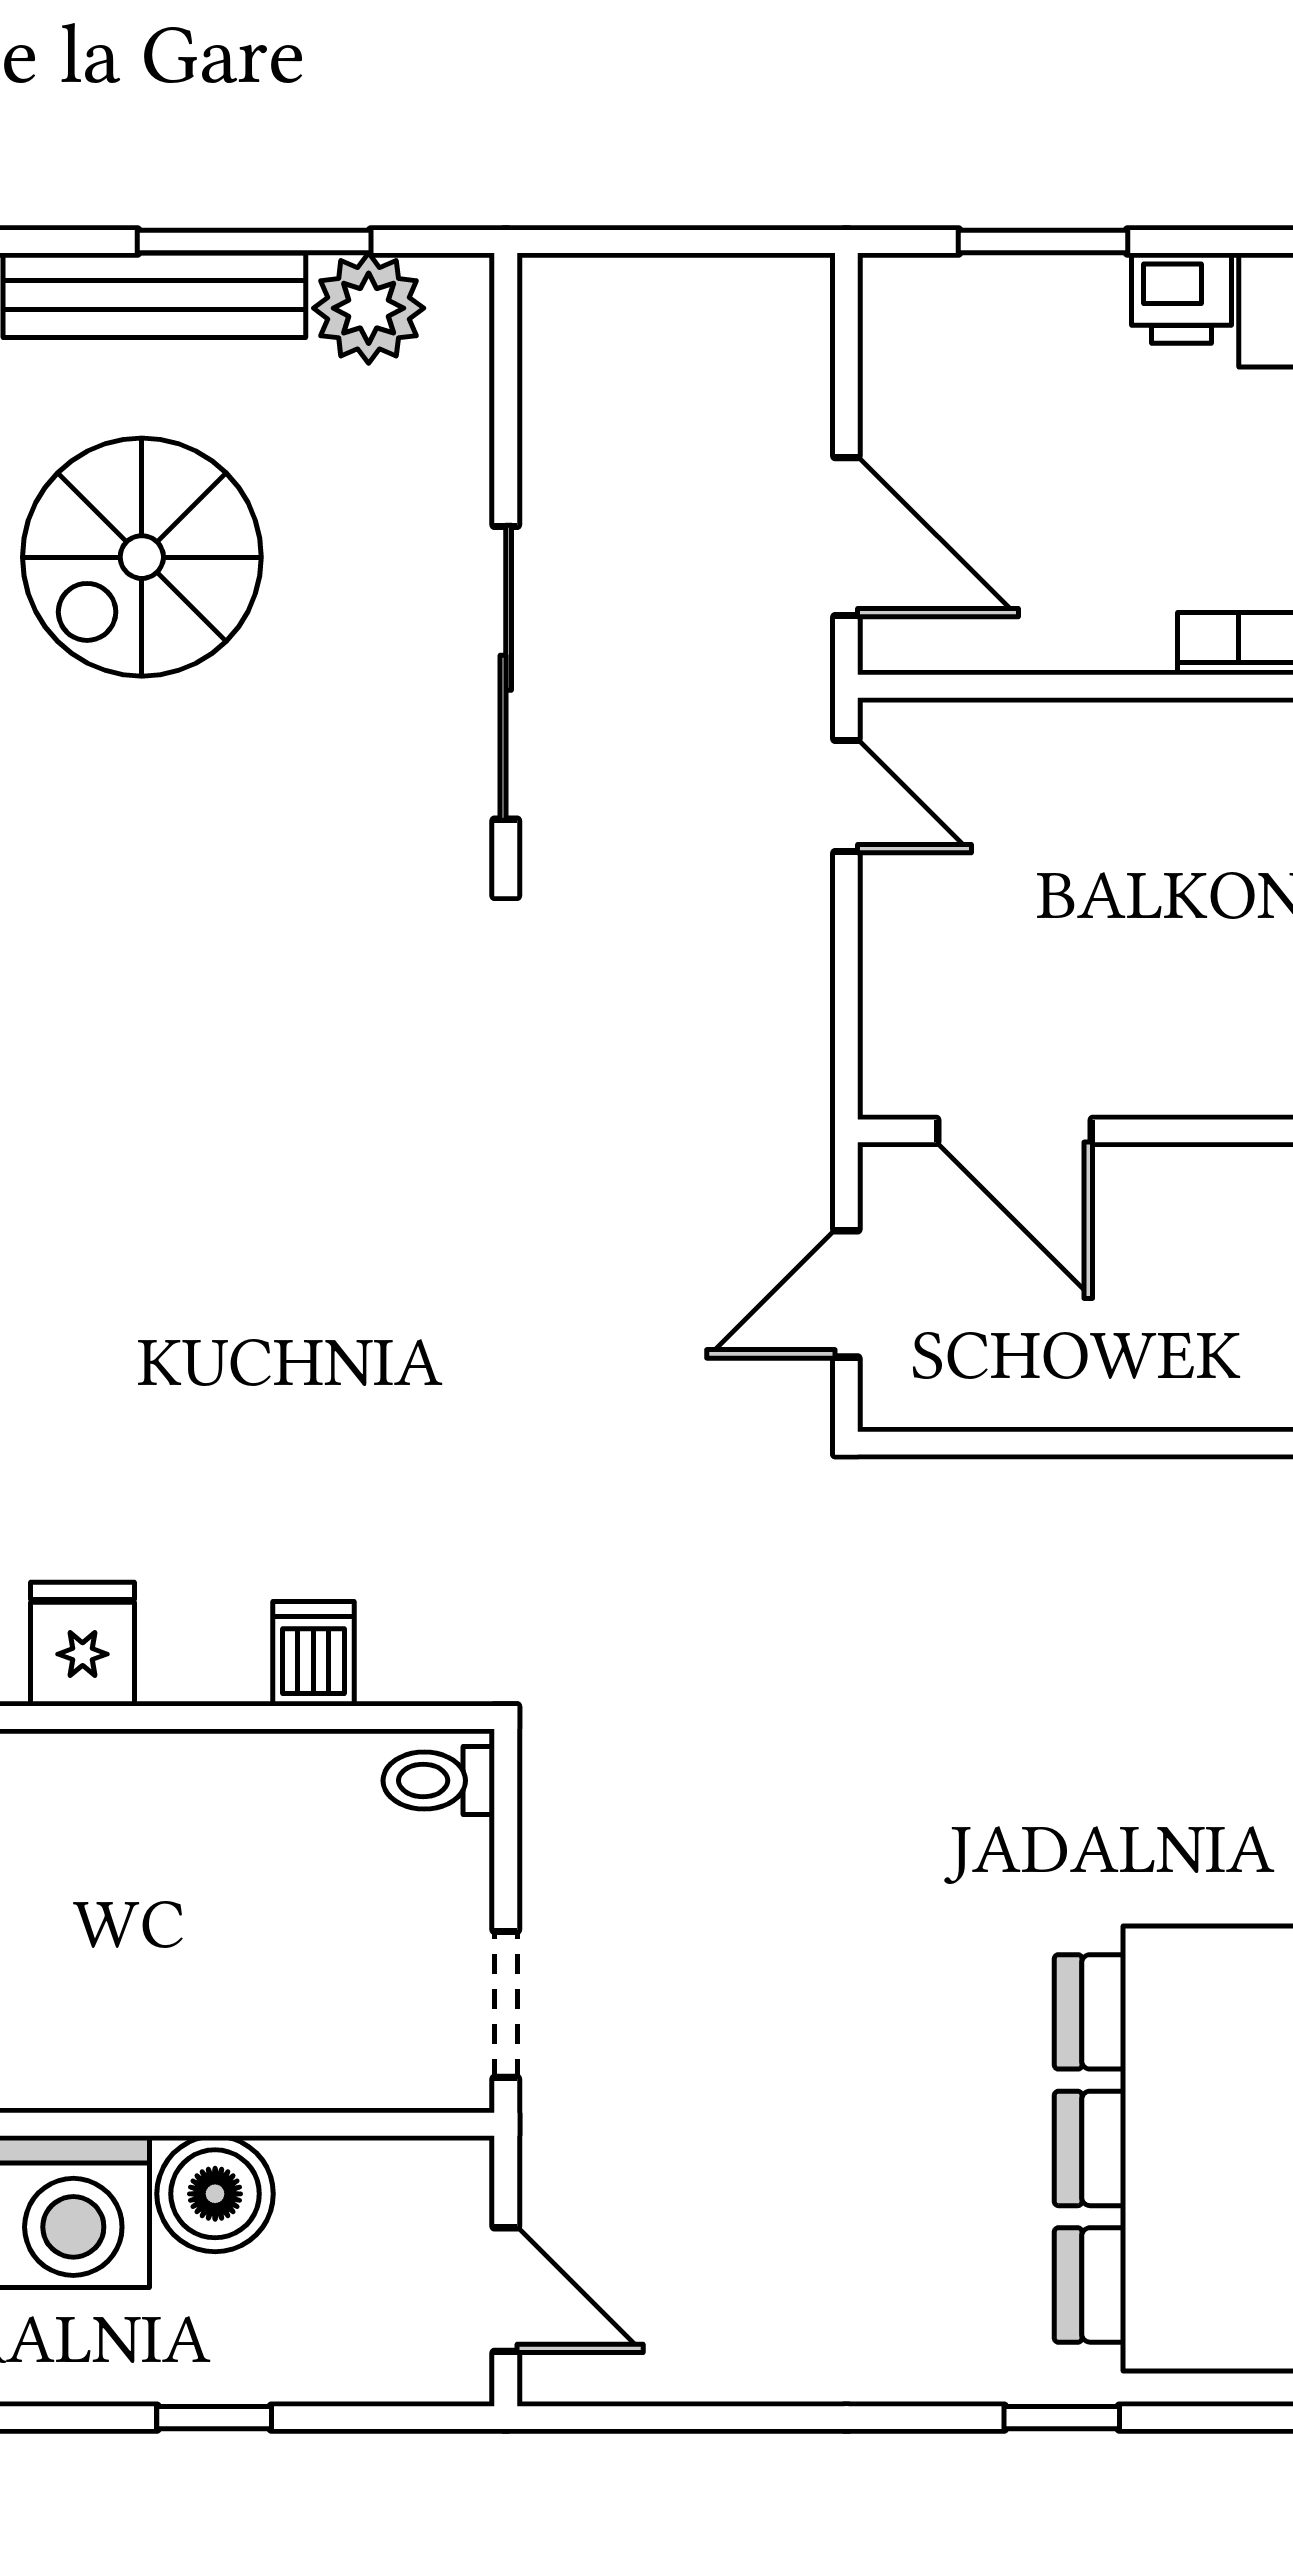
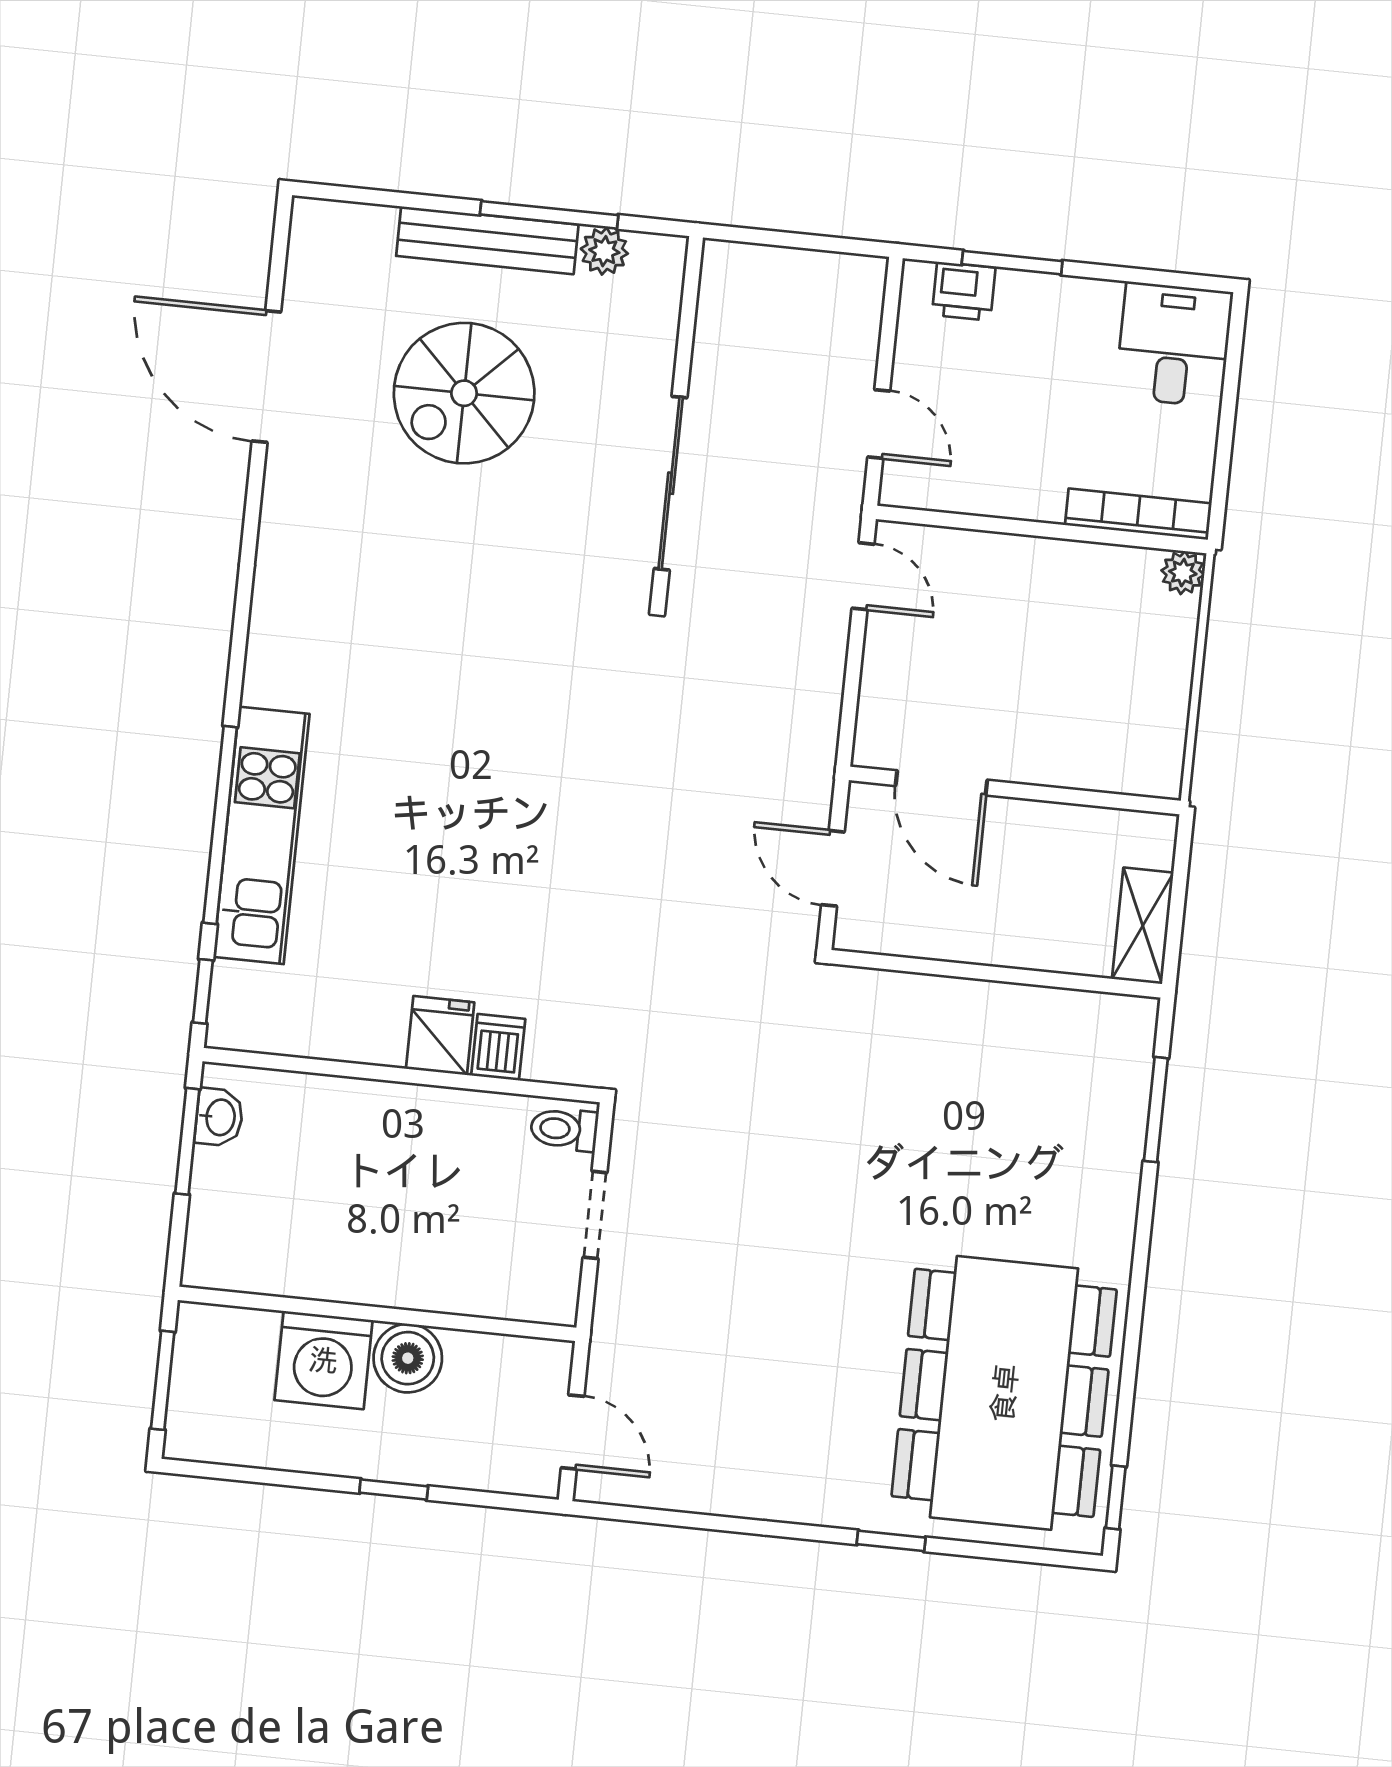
printer: (1182, 298) -> (964, 291), moved
plant: (369, 308) -> (604, 251), width x0.73, depth x0.73
door: (846, 537) -> (879, 424), width x0.73
door: (846, 1294) -> (833, 868), hinge flipped
fridge: (83, 1644) -> (440, 1035), moved
doorway: (506, 2004) -> (595, 1215), moved

